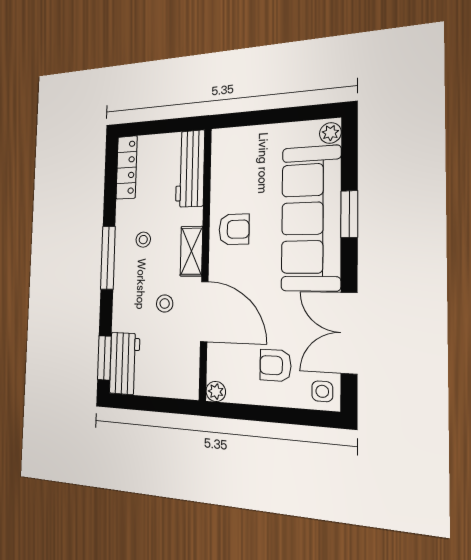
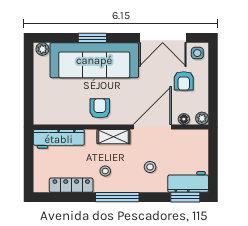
locker: (127, 167) -> (71, 185), moved
stool: (165, 304) -> (150, 167), moved
floor lamp: (215, 362) -> (184, 119), added

